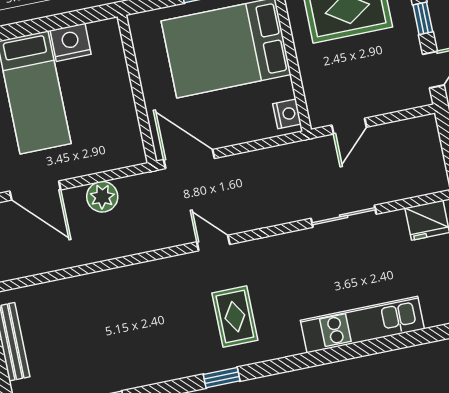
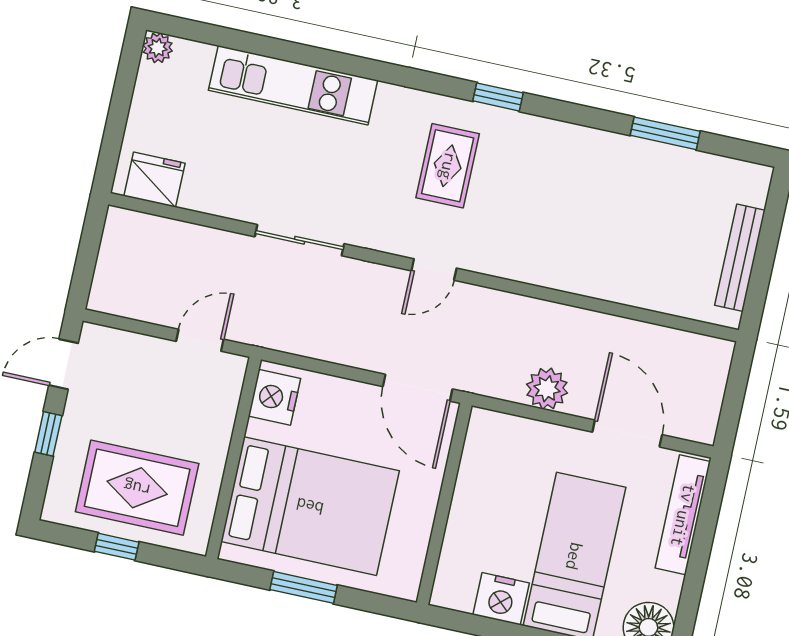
nightstand: (287, 114) -> (274, 397), width x1.36, depth x1.33
sliding door: (344, 216) -> (300, 240), moved
door: (213, 243) -> (434, 269), hinge flipped

